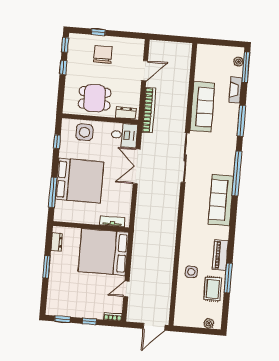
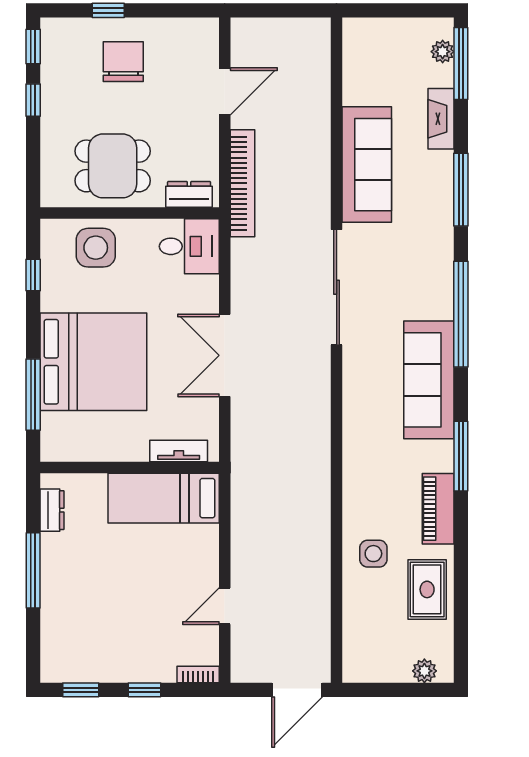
double door: (137, 166) -> (225, 355), moved
bed: (103, 252) -> (164, 498), width x0.49
window: (46, 267) -> (33, 570), width x1.44
window: (228, 278) -> (461, 456), moved

